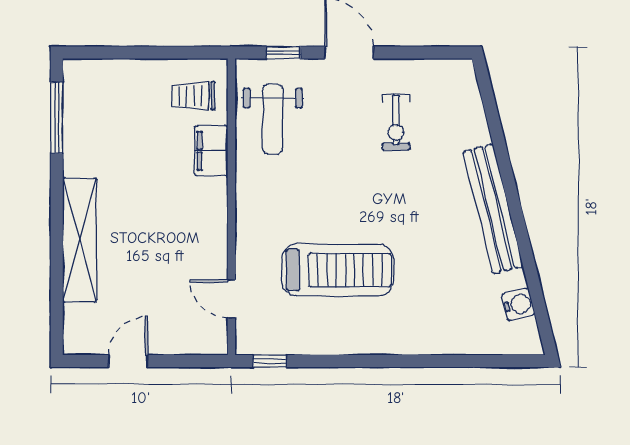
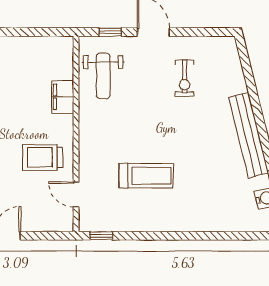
trolley: (193, 96) -> (43, 157), moved, width x1.36, depth x1.39
treadmill: (338, 270) -> (146, 176), width x0.73, depth x0.73

